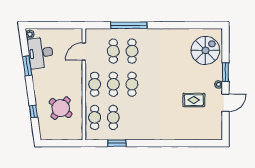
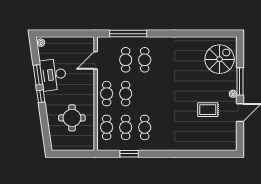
window: (129, 25) -> (128, 34), moved
desk: (40, 53) -> (53, 75), moved
window: (225, 72) -> (240, 81), width x1.44
cafe table: (132, 84) -> (145, 127), moved
round table: (61, 108) -> (72, 118), turned -38
window: (33, 111) -> (41, 96), moved

